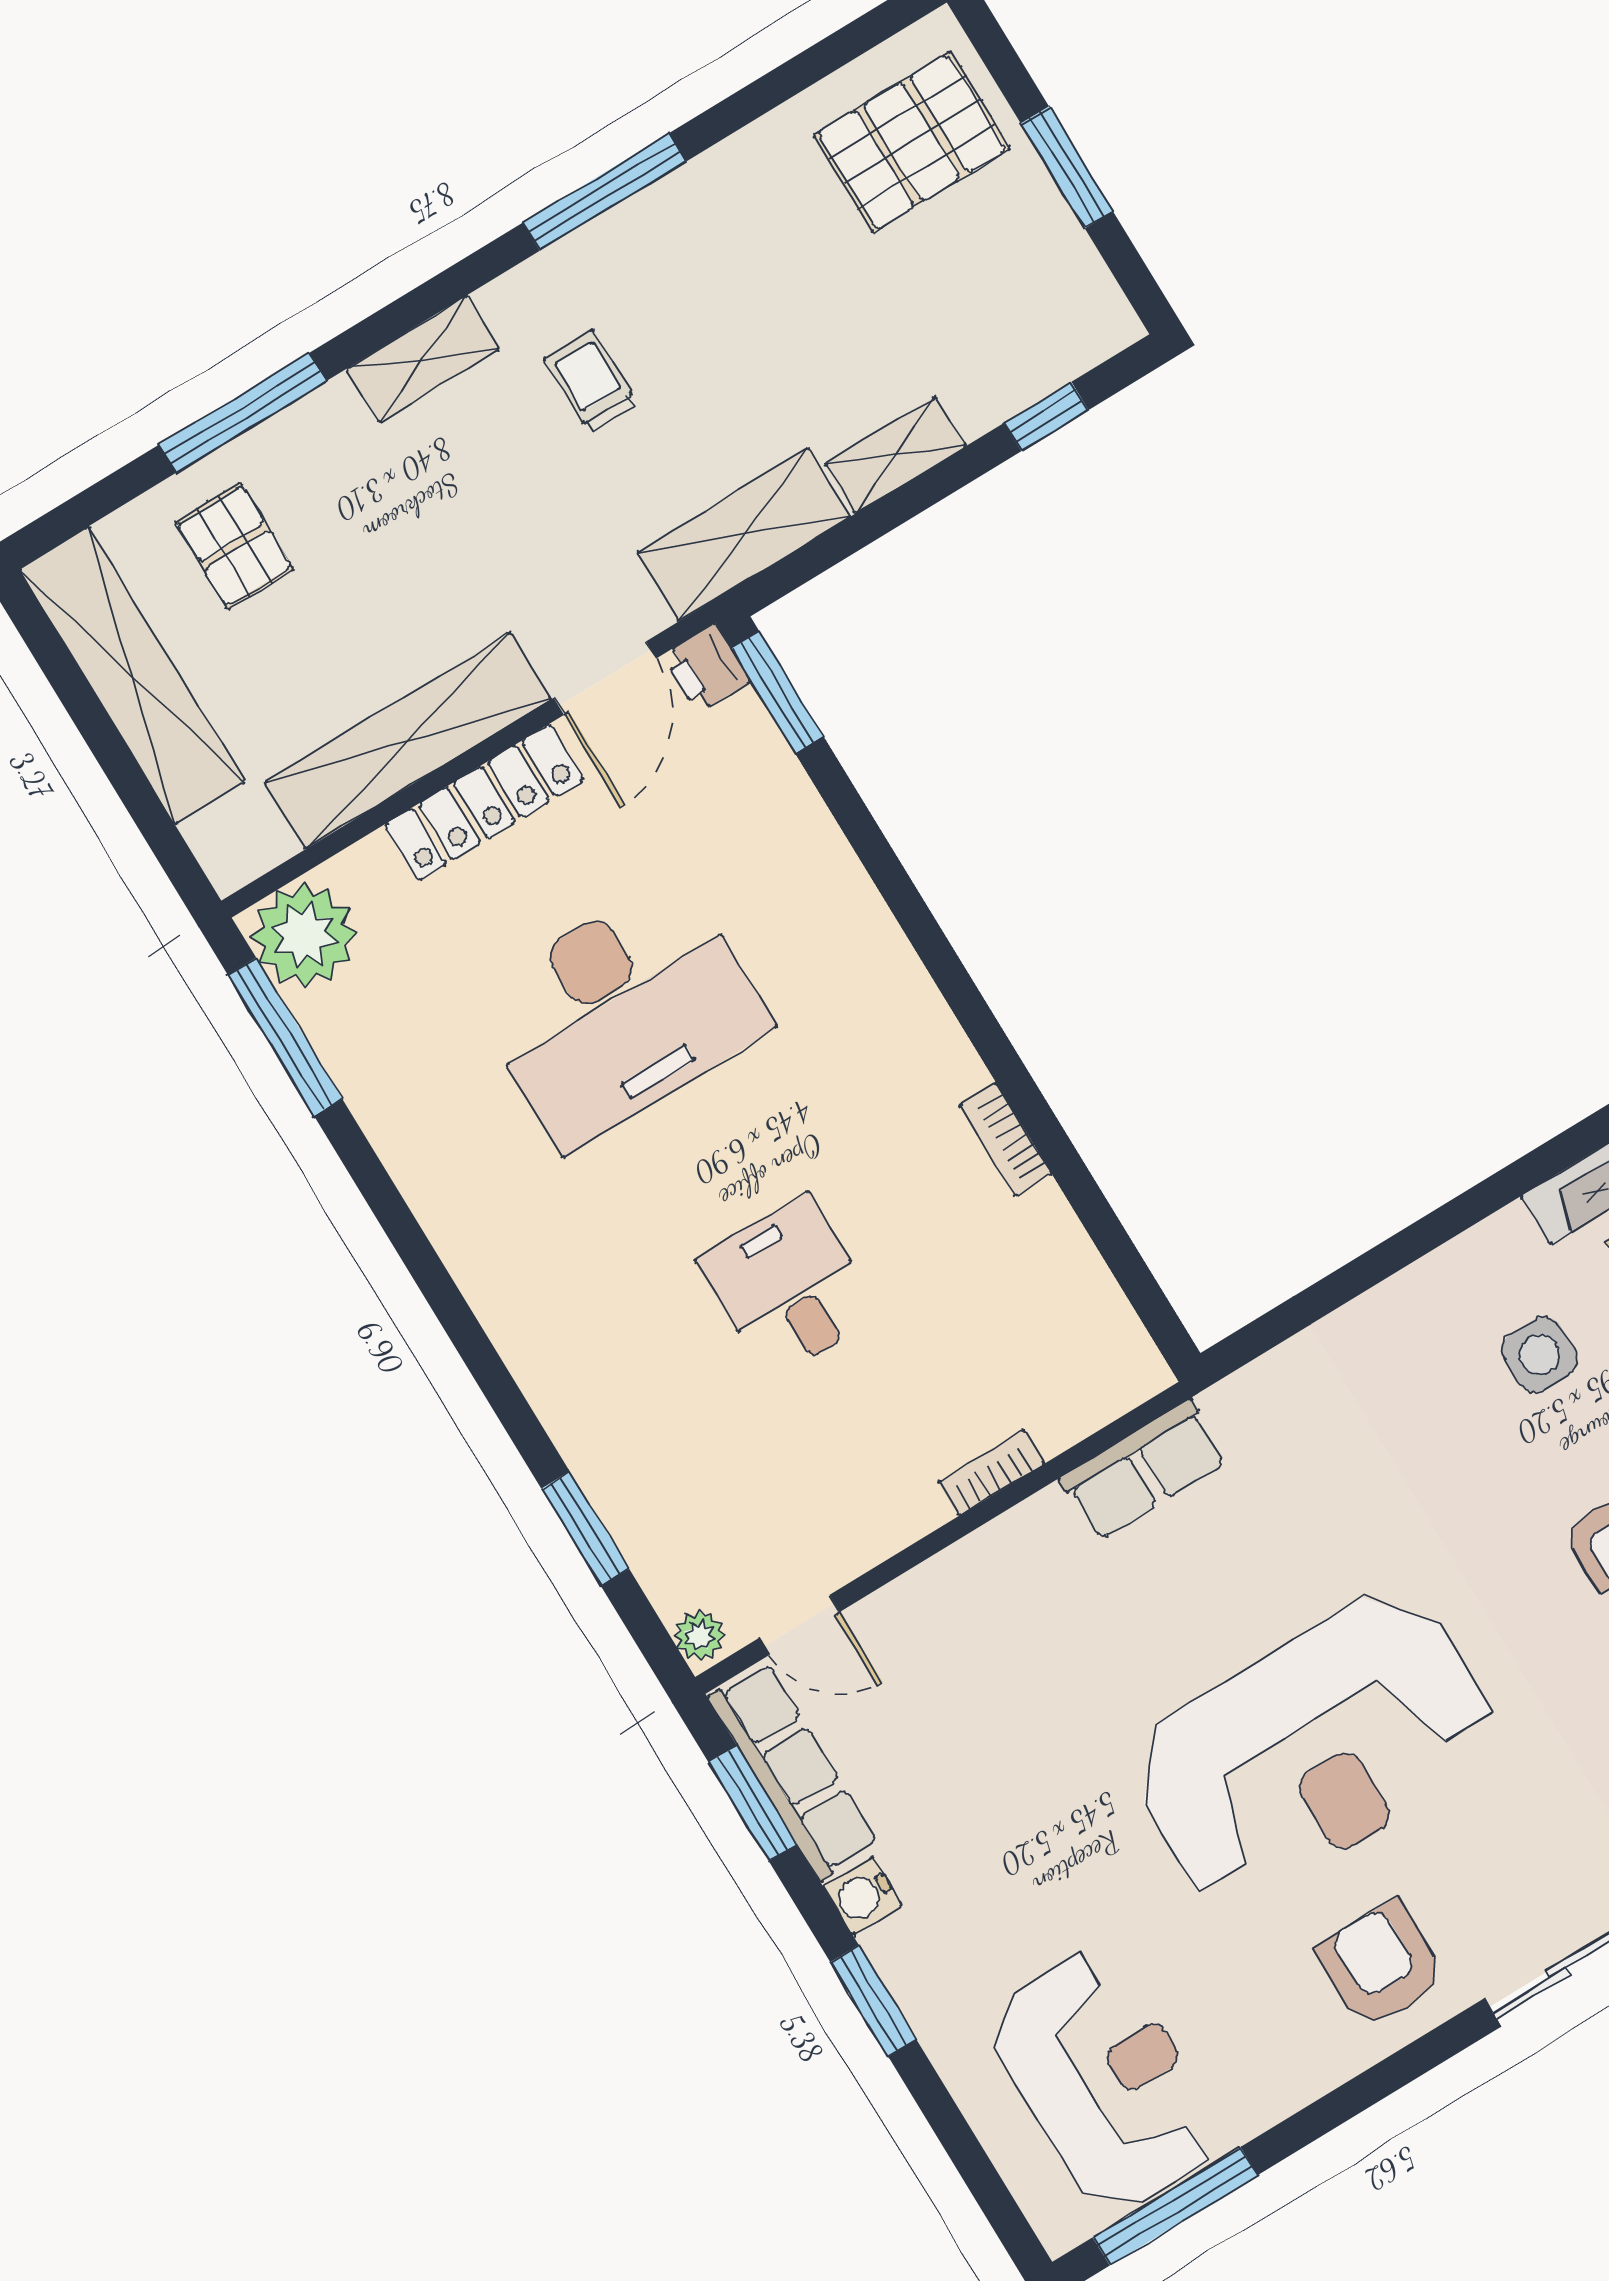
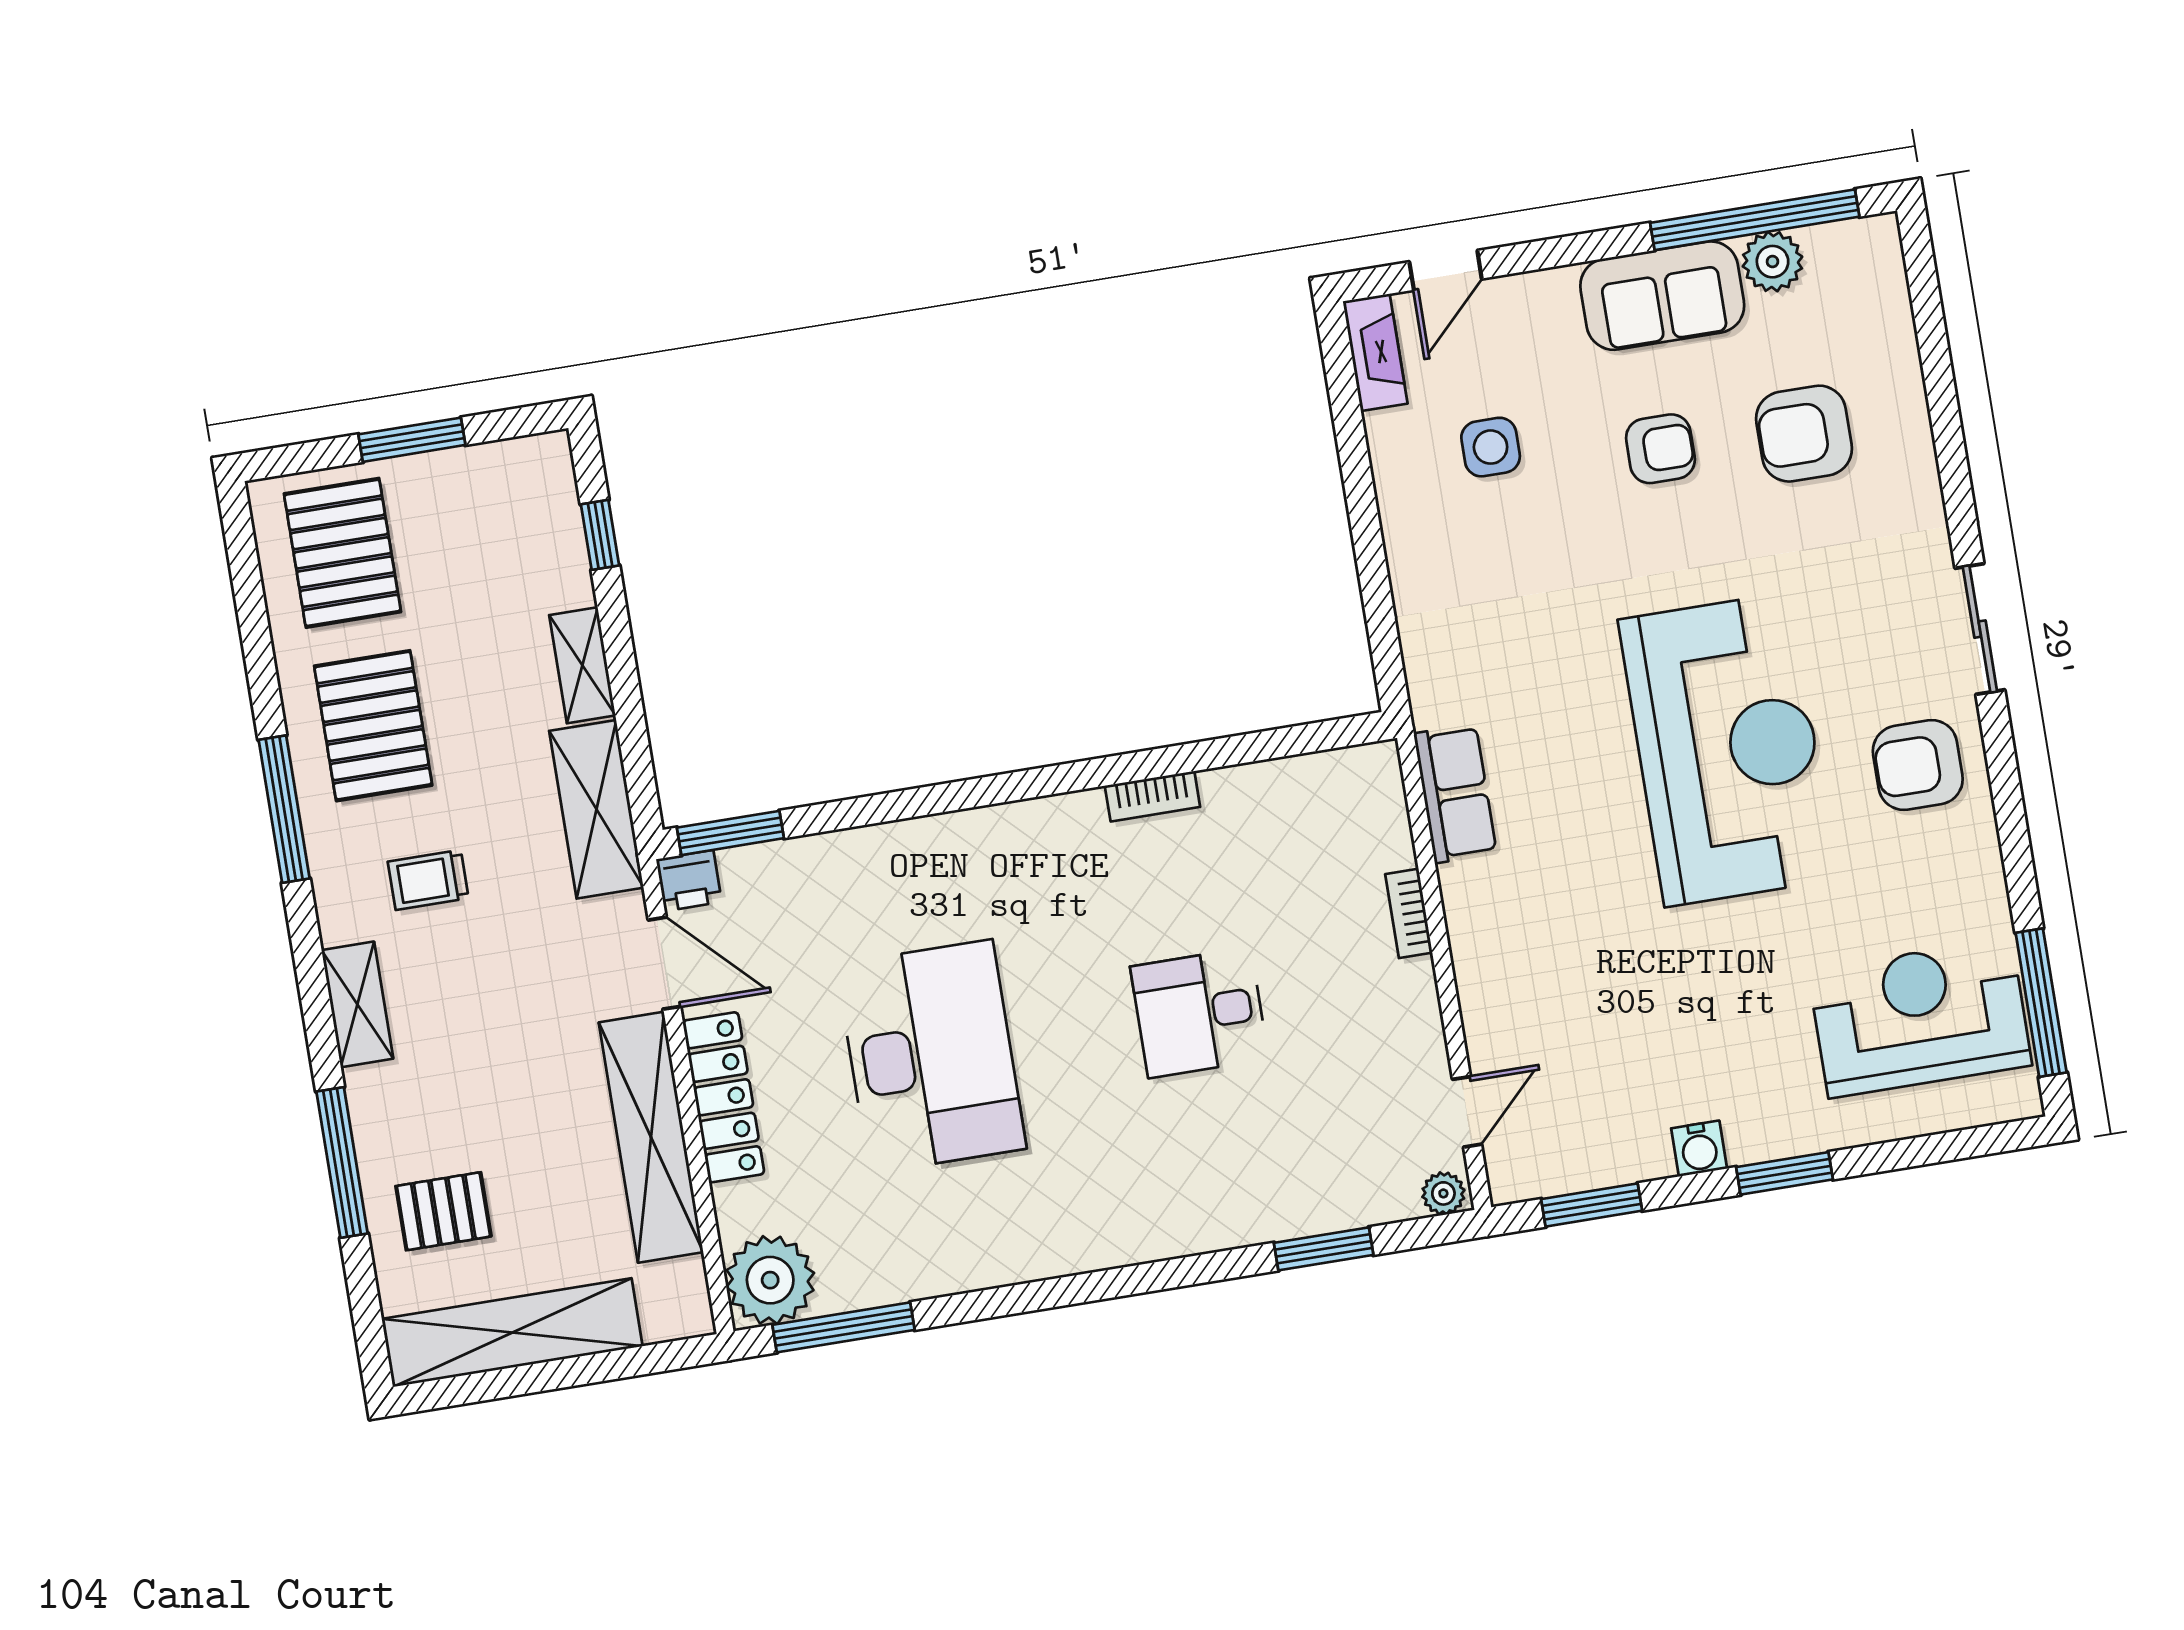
pallet: (736, 252) -> (373, 726), added
row of seats: (794, 1771) -> (1579, 1163), removed

